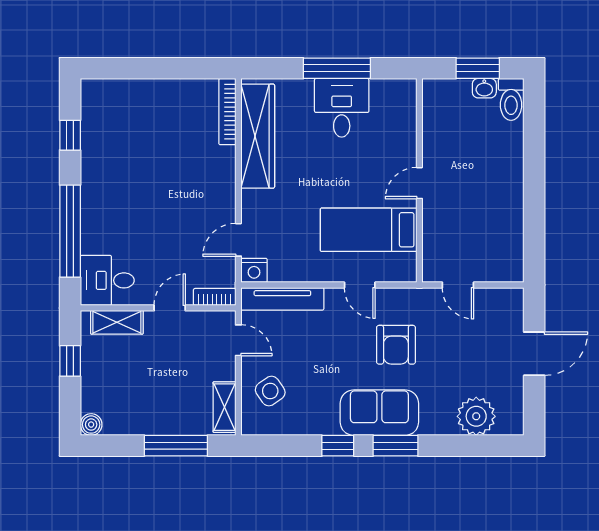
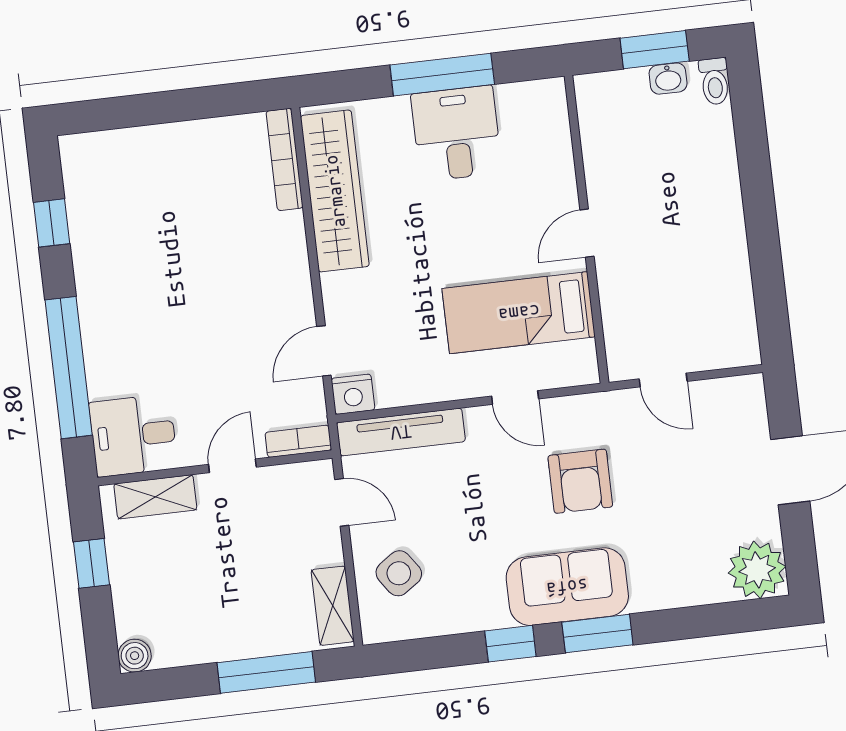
toilet: (511, 99) -> (715, 81), width x0.73, depth x0.72
plant: (476, 416) -> (757, 570), moved

